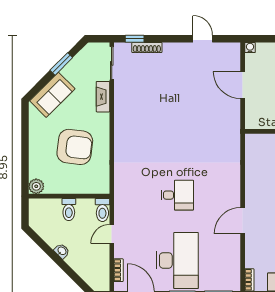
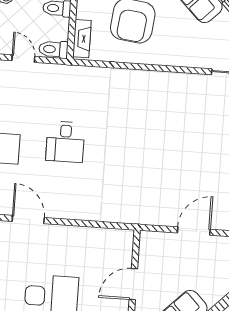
fireplace: (103, 97) -> (82, 39), moved, turned 90

